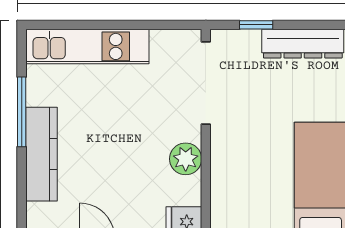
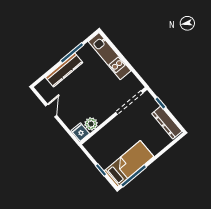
plant: (186, 159) -> (91, 124), moved

